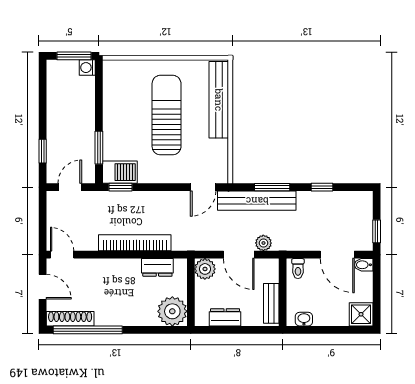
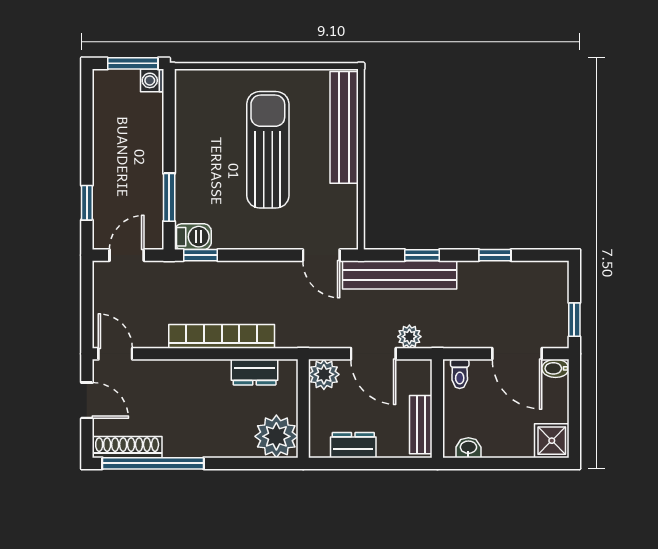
barbecue: (120, 172) -> (193, 237), width x0.73, depth x0.79
door: (203, 187) -> (321, 255), hinge flipped
window: (272, 187) -> (422, 255), width x0.67

